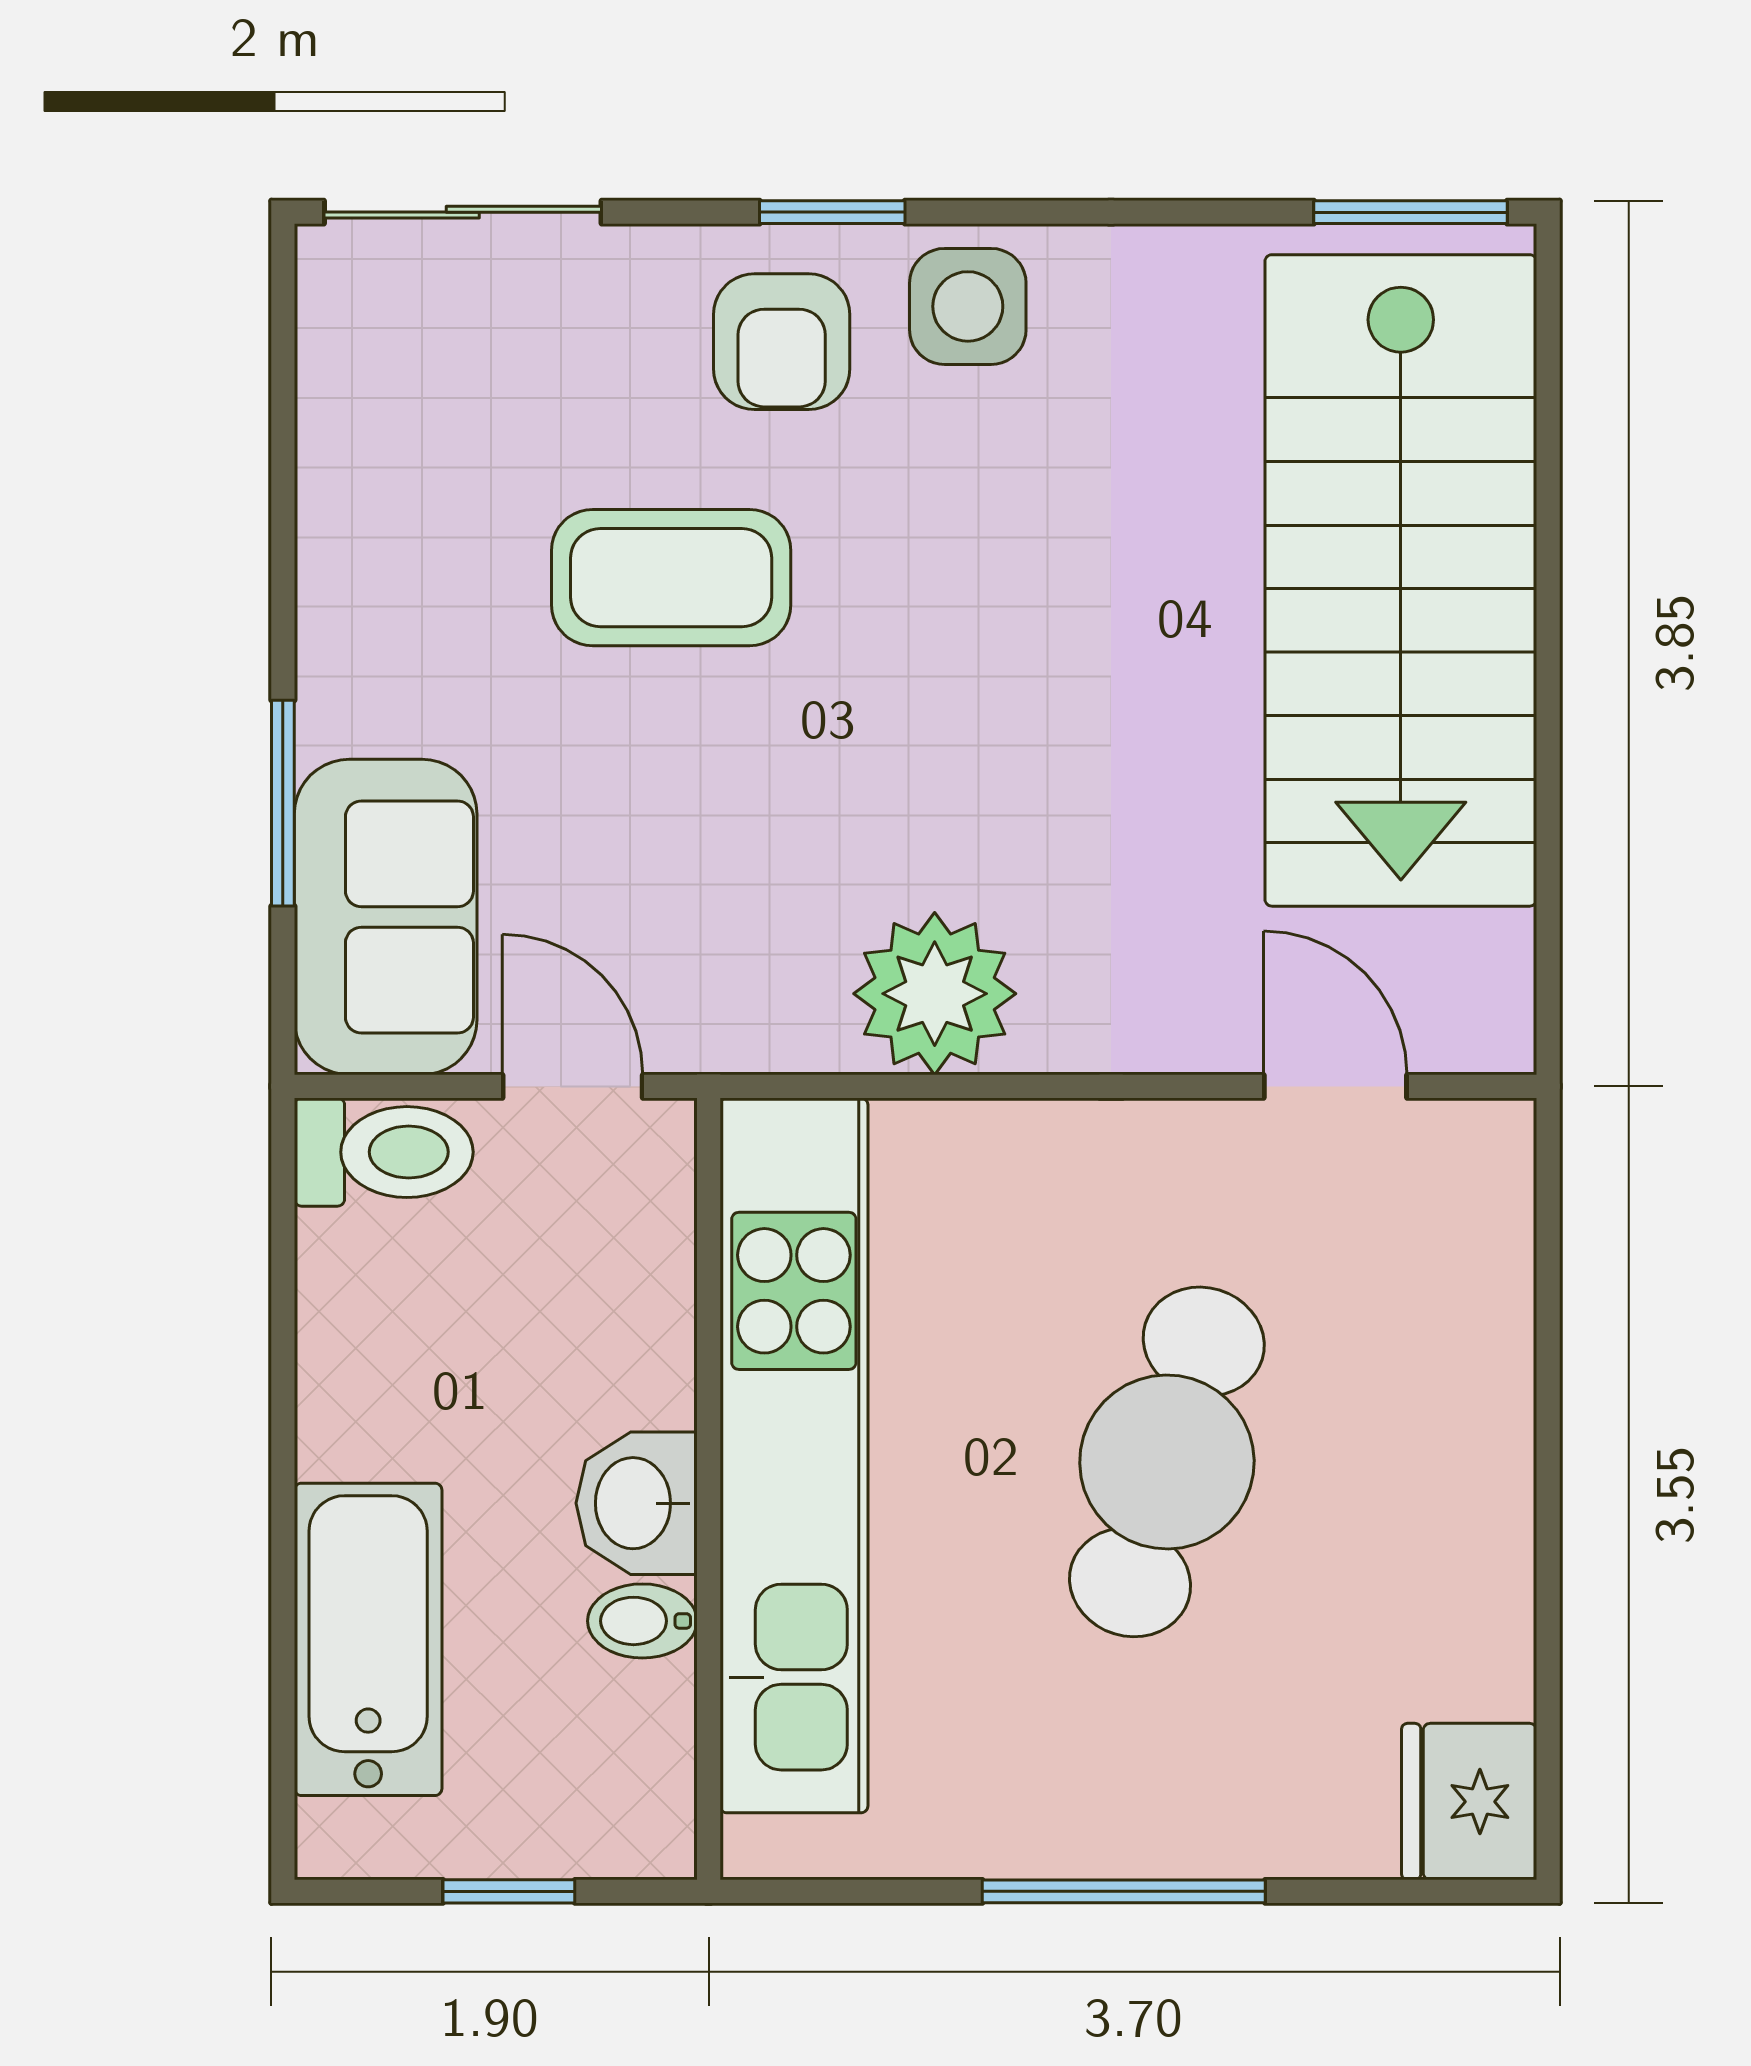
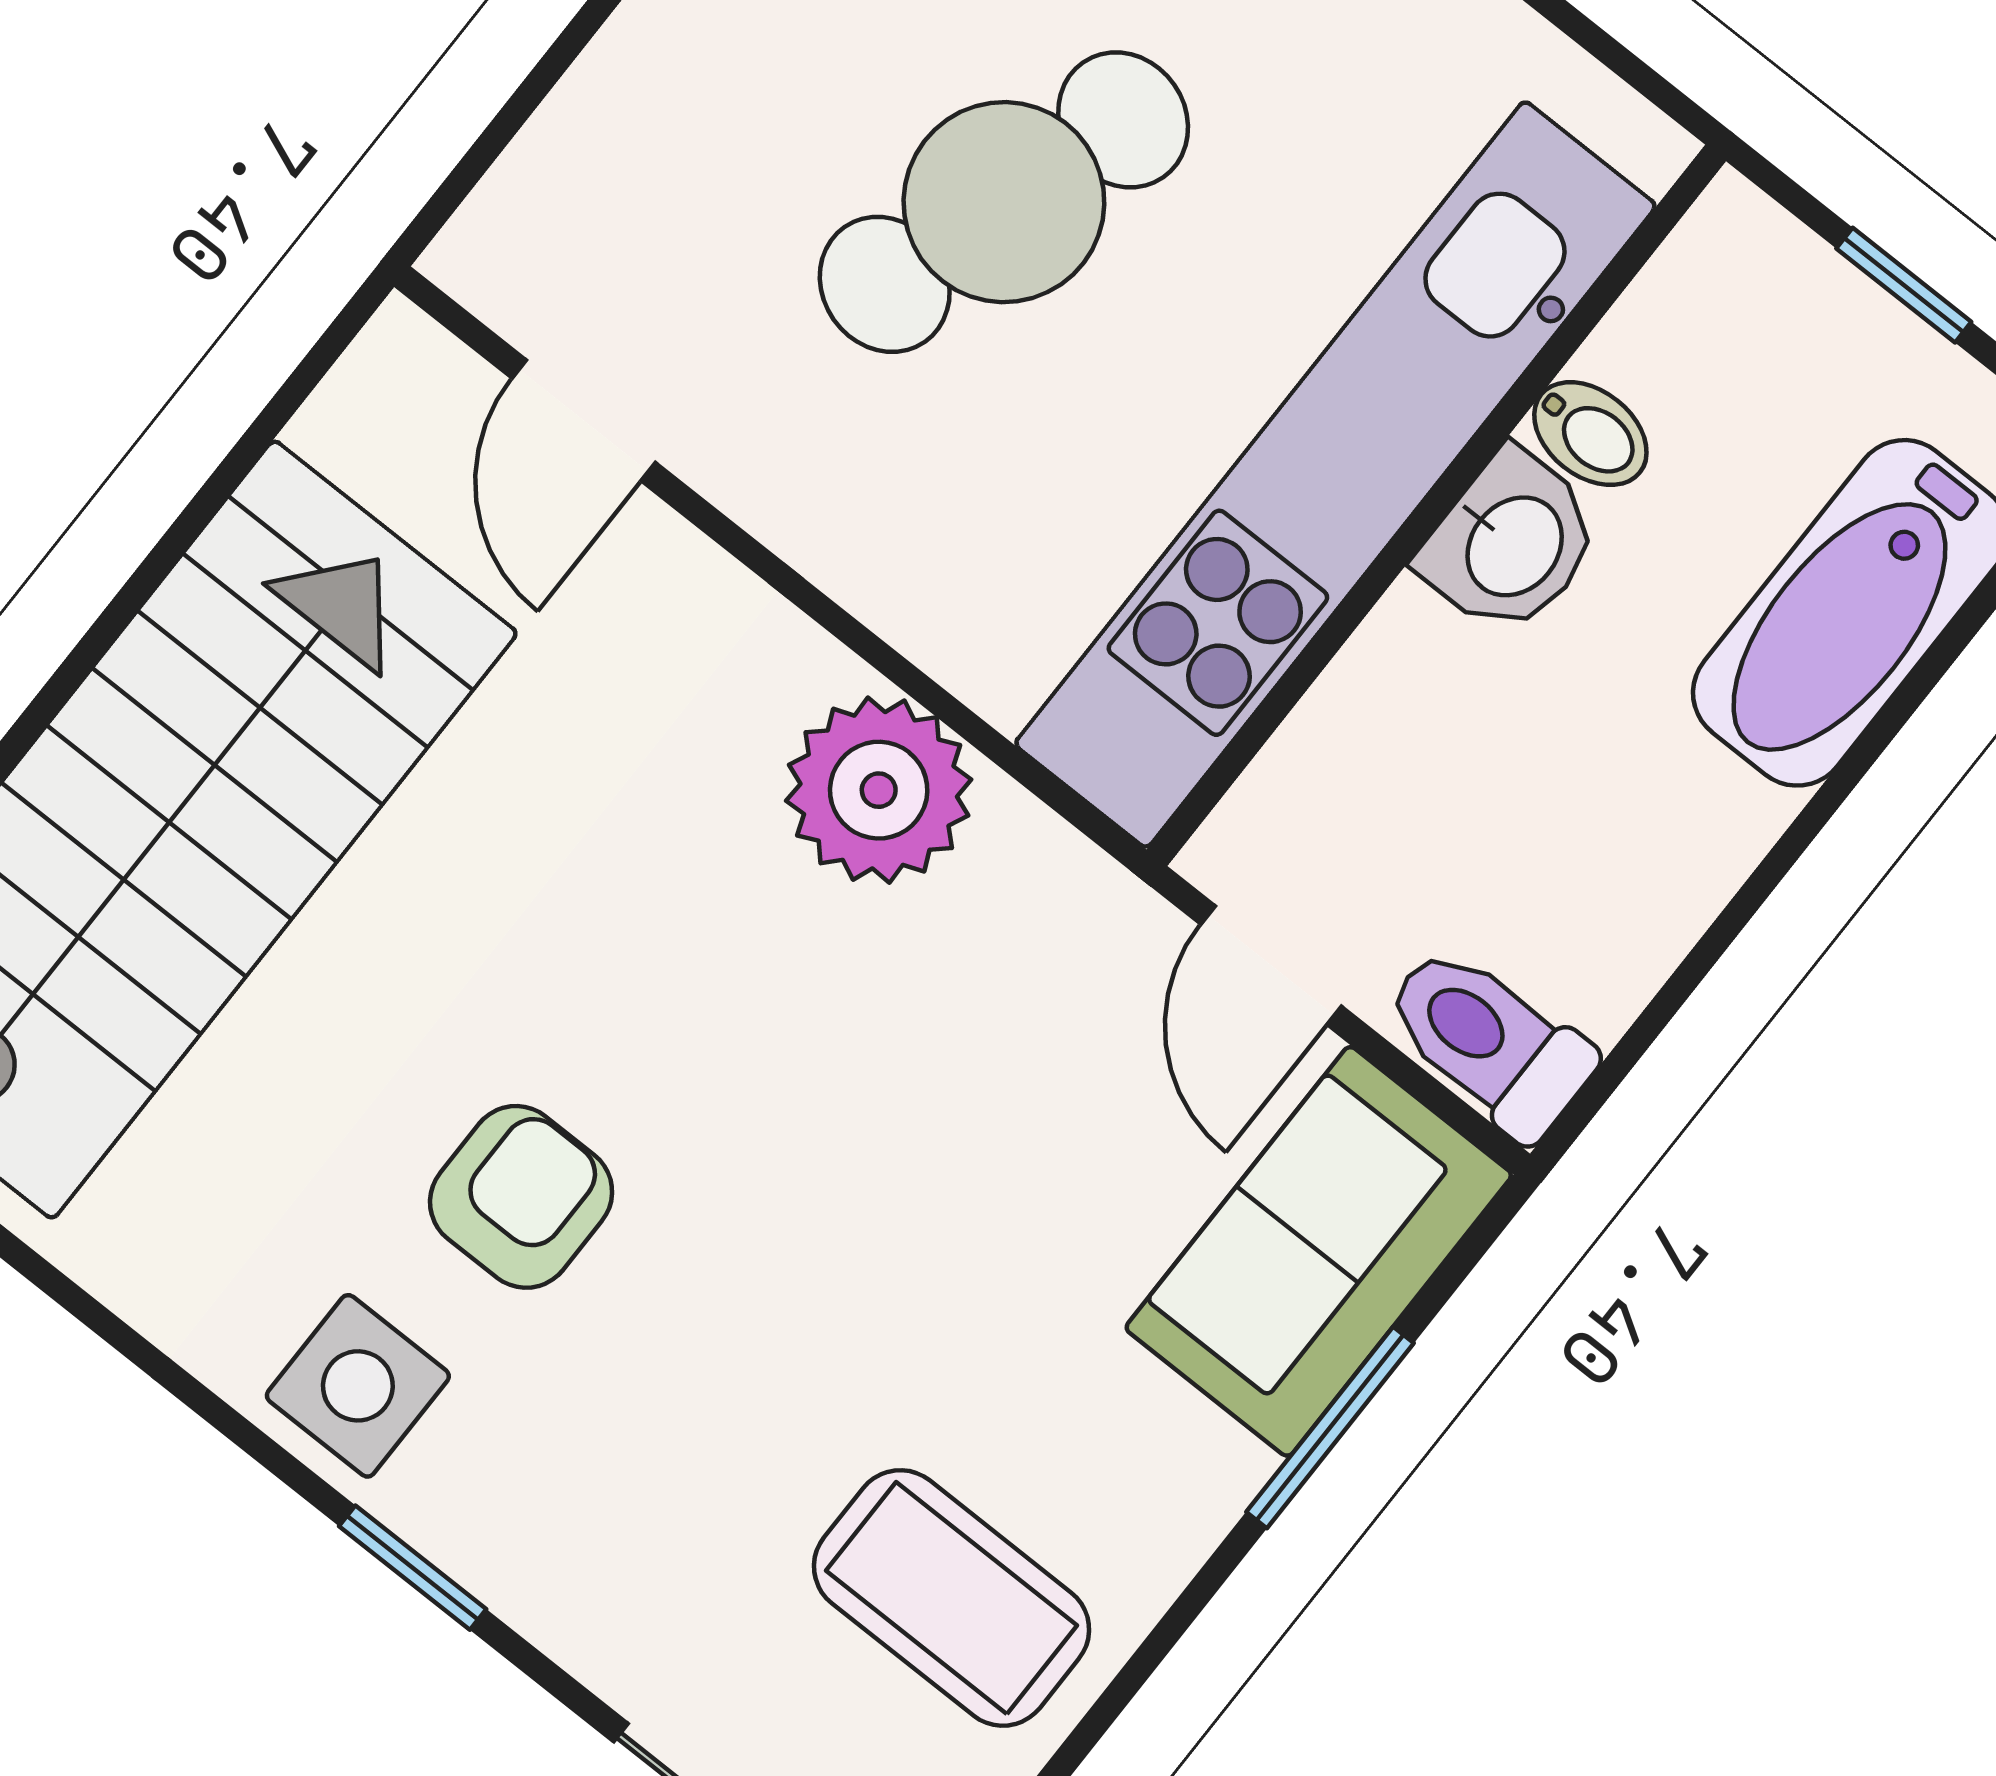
armchair: (782, 342) -> (521, 1197), moved
coffee table: (671, 578) -> (952, 1598), moved

